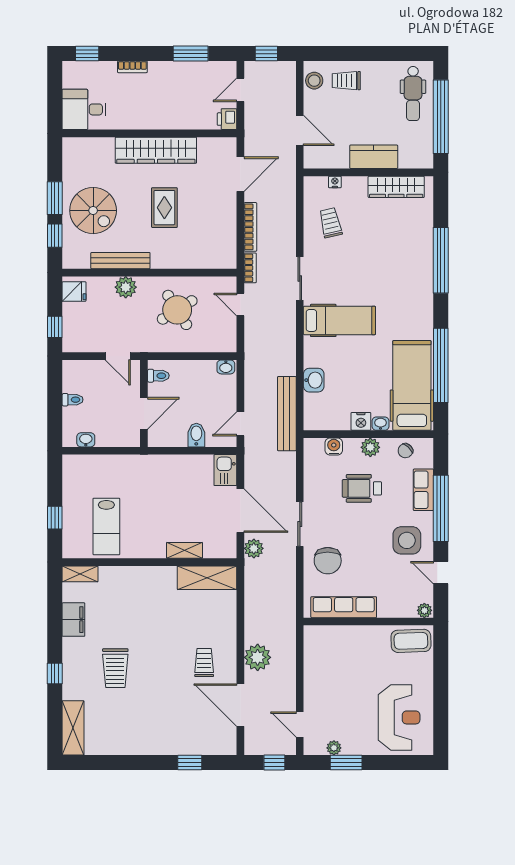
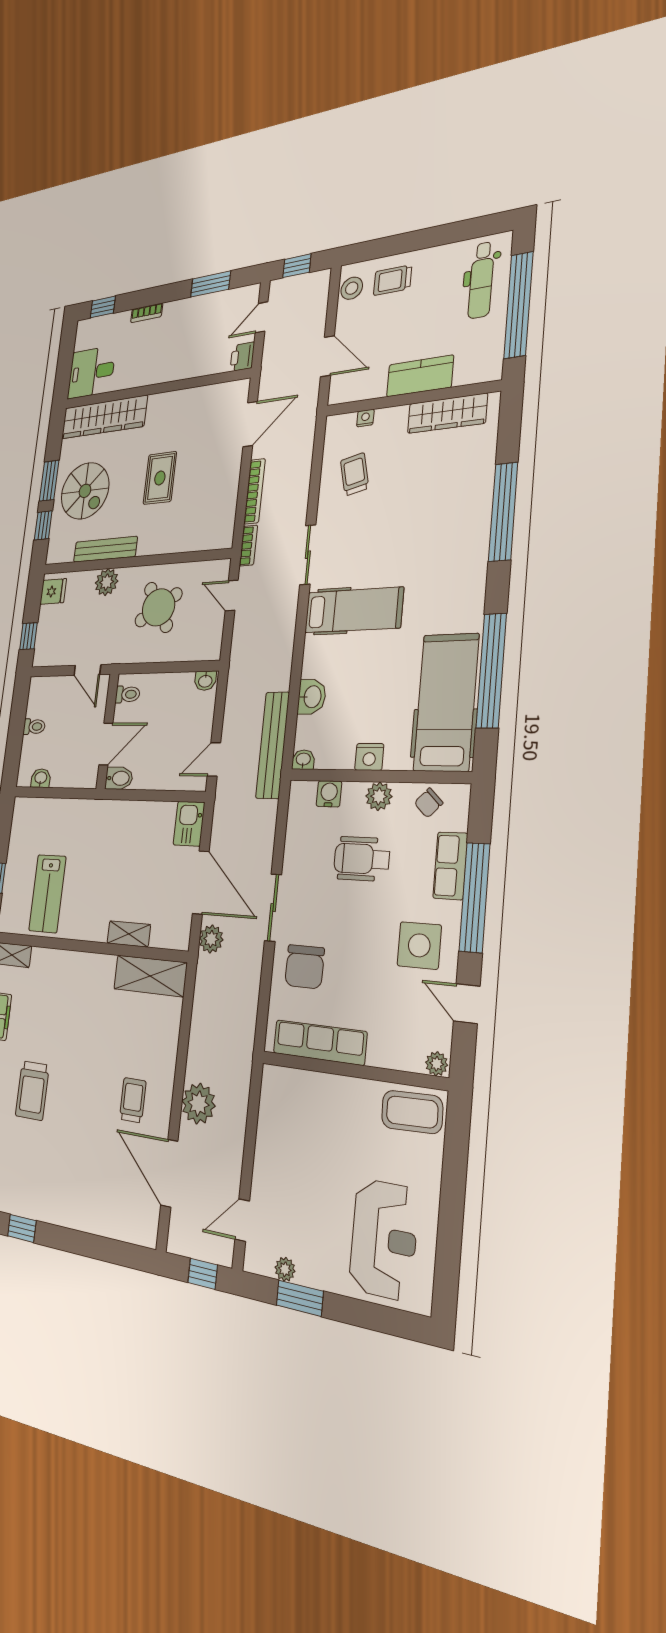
wardrobe: (156, 150) -> (104, 417), moved
washbasin: (380, 424) -> (303, 760), moved
bidet: (196, 435) -> (119, 778), moved, turned 90
door: (300, 724) -> (242, 1220), hinge flipped
window: (190, 763) -> (22, 1228), moved

